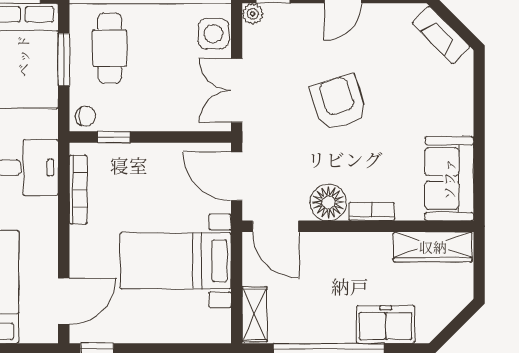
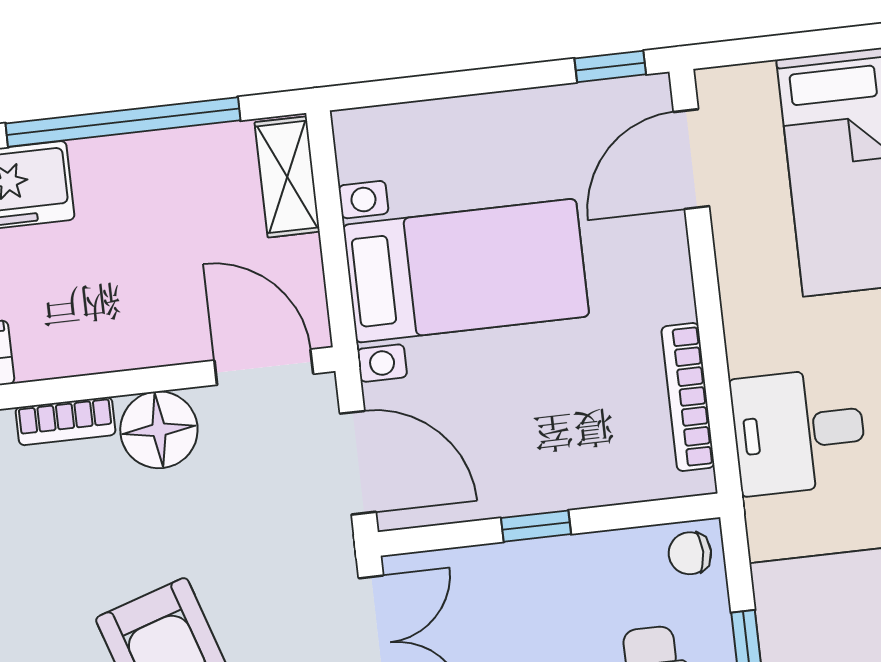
window: (114, 137) -> (536, 526), moved

